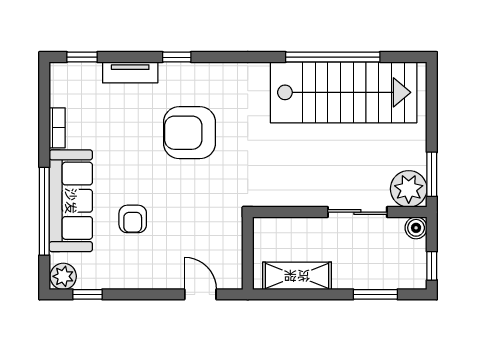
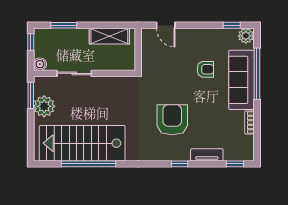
armchair: (189, 133) -> (172, 120), turned -90
plant: (409, 189) -> (44, 106), moved
armchair: (133, 219) -> (205, 69), turned 90

